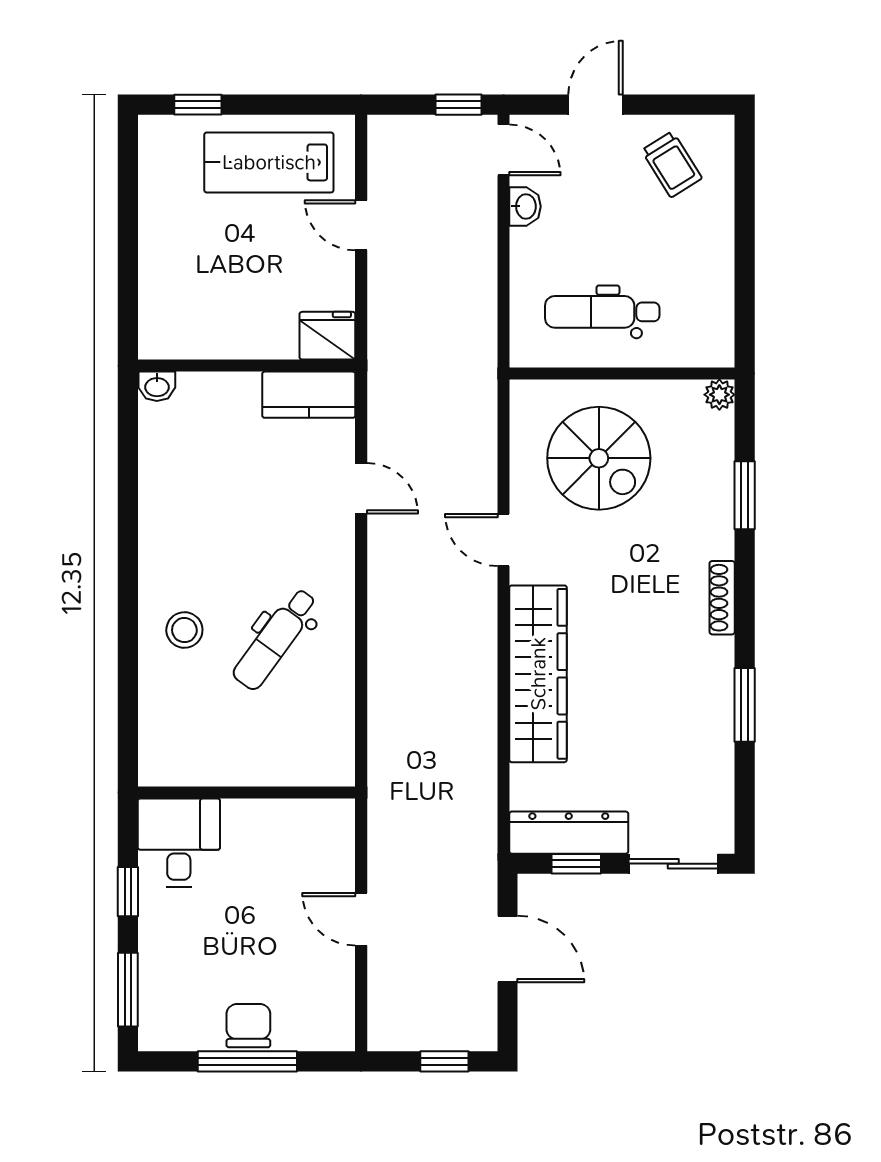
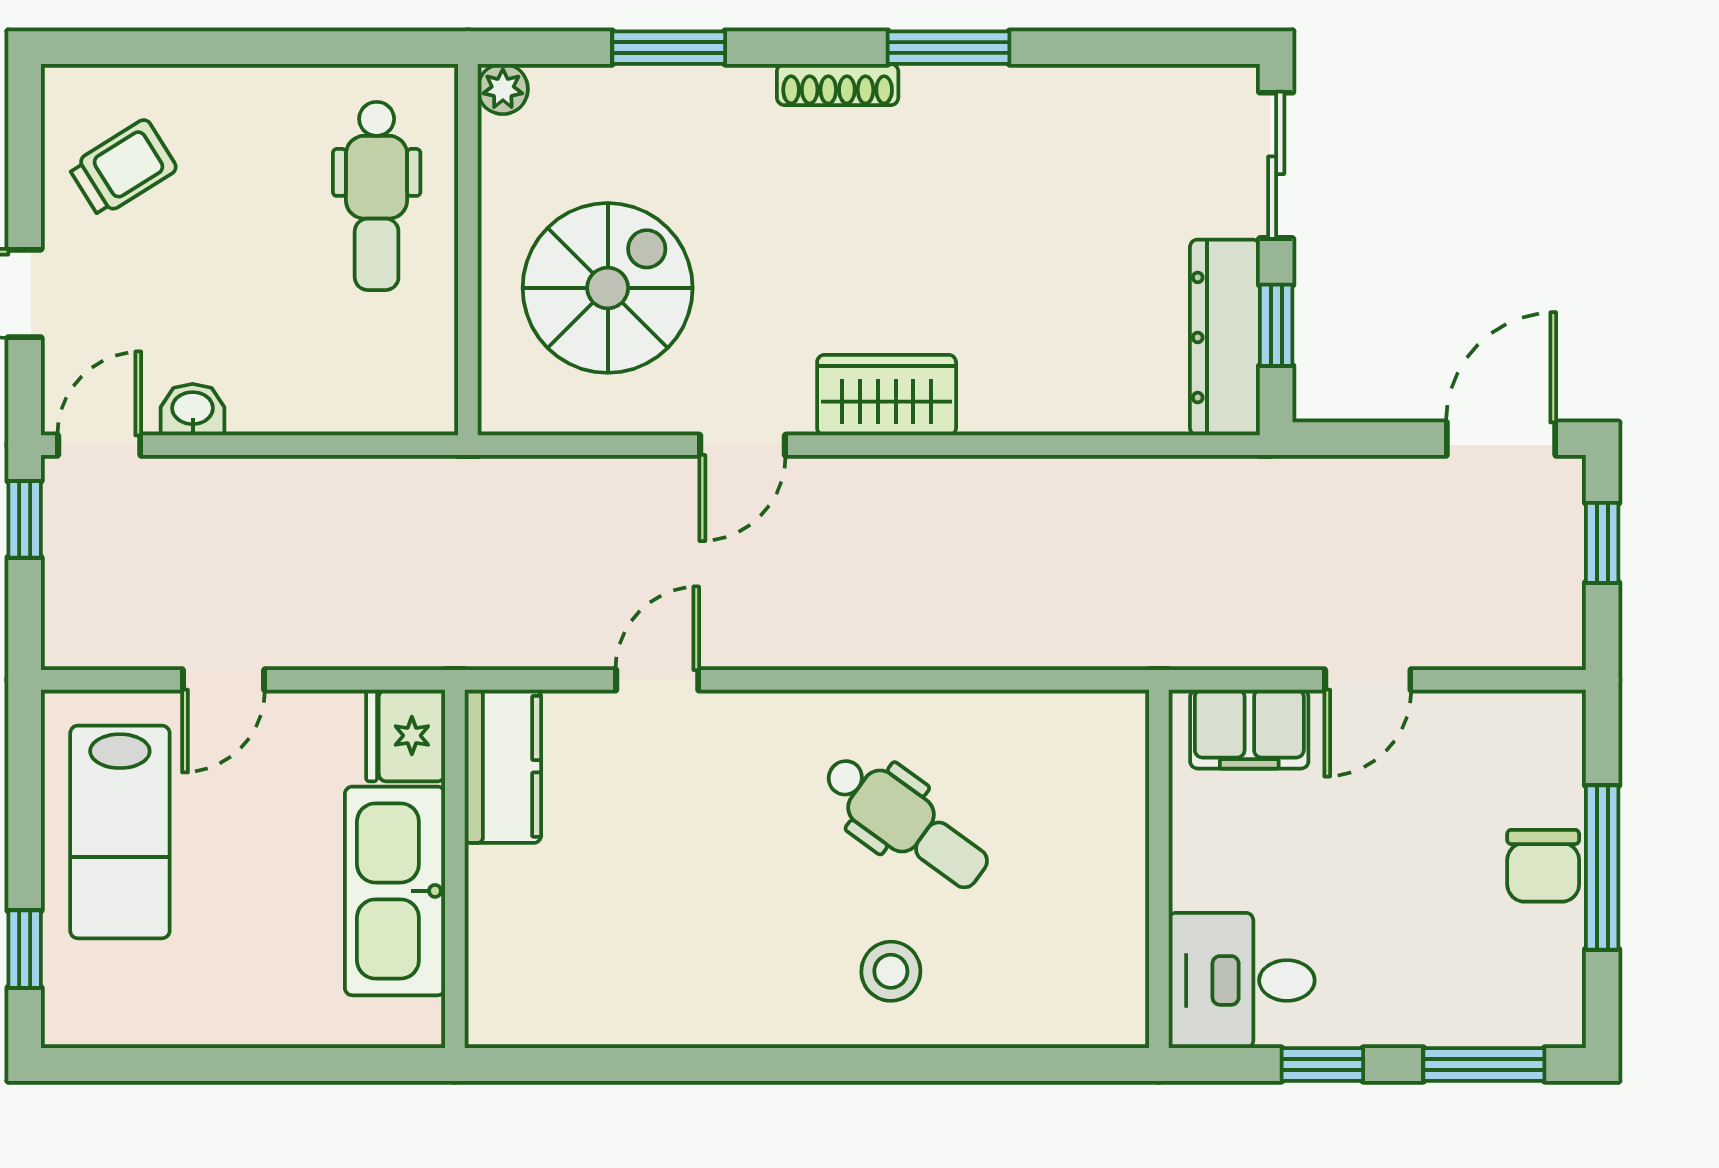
dental chair: (602, 312) -> (377, 196), moved
kitchen sink: (233, 329) -> (395, 891), added
washbasin: (157, 386) -> (489, 1016), removed
wardrobe: (538, 674) -> (887, 395), width x0.48, depth x0.85
window: (745, 705) -> (949, 48), moved
filing cabinet: (331, 847) -> (1249, 729), added
door: (507, 949) -> (1501, 439), moved
chair: (248, 1026) -> (1543, 866), turned -90

